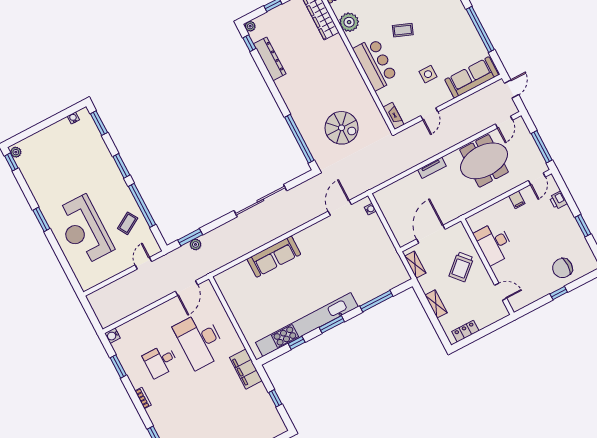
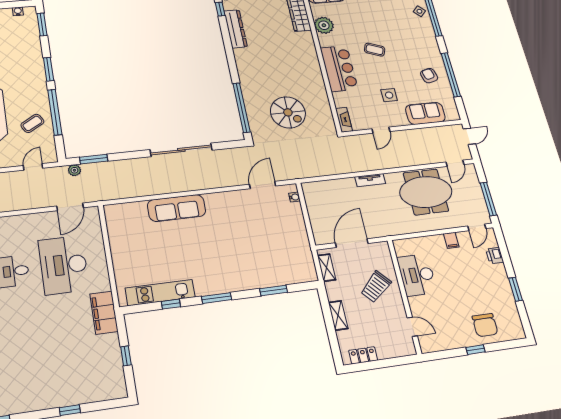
armchair: (460, 38) -> (429, 76), added
sofa: (472, 77) -> (425, 113), width x0.73
plant: (196, 244) -> (74, 170), moved
chair: (562, 268) -> (485, 325), turned -90
window: (376, 301) -> (274, 290), width x0.69
kitchen unit: (307, 325) -> (160, 293), width x0.54

